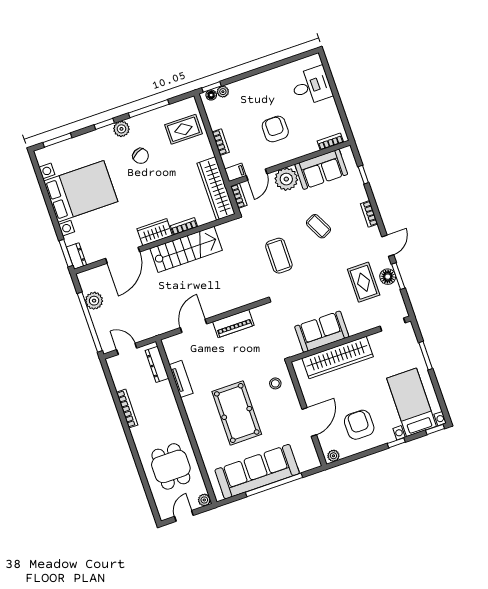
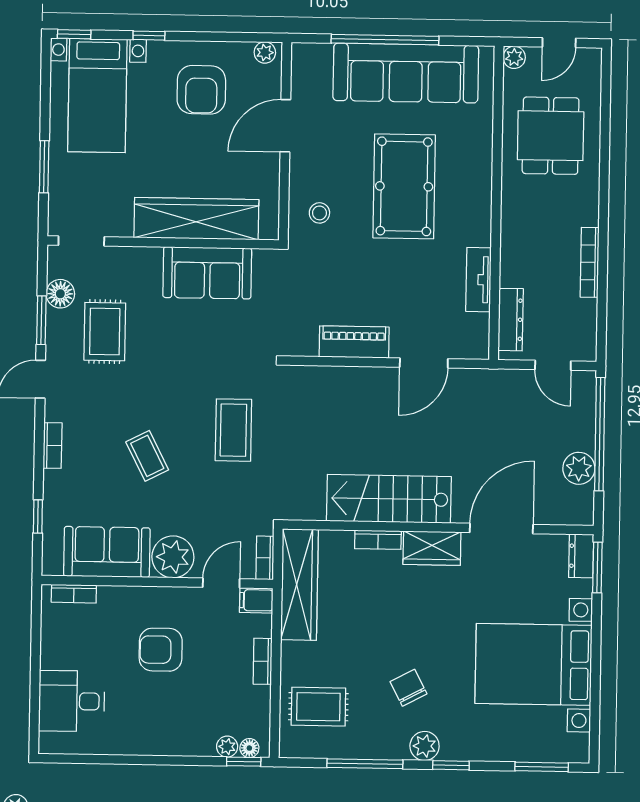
armchair: (275, 129) -> (161, 650), turned 90
floor lamp: (388, 277) -> (60, 294), moved

